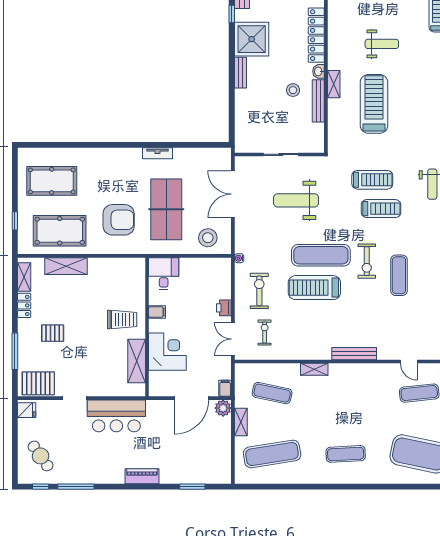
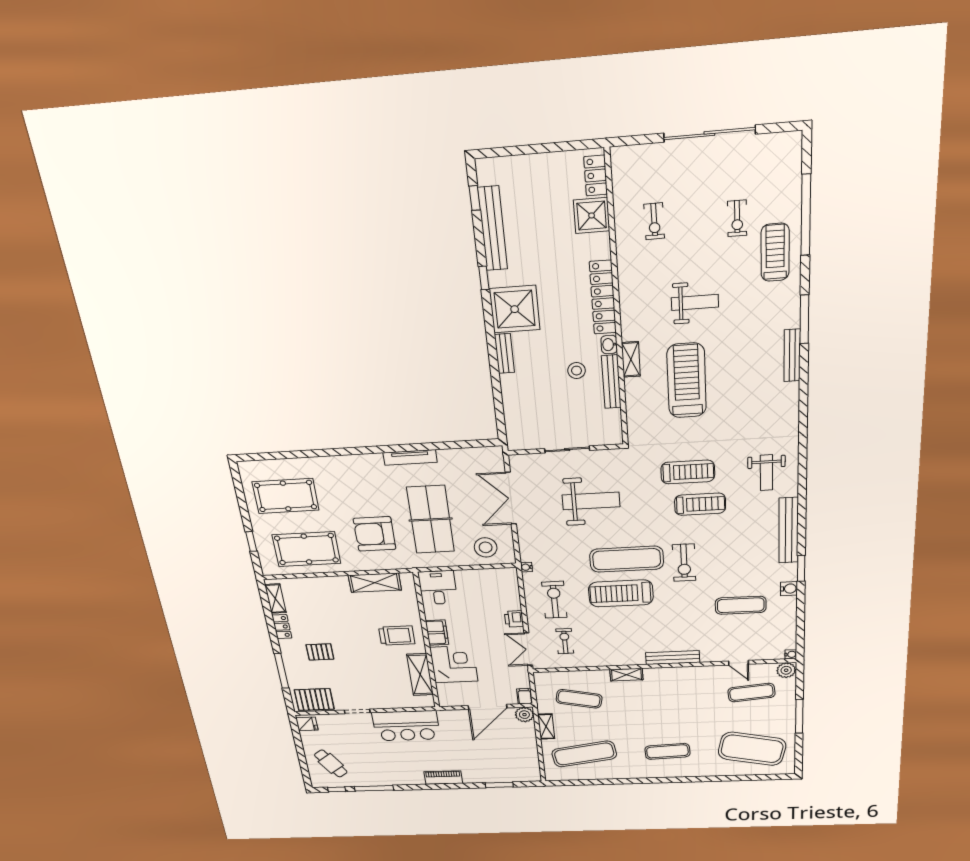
tv unit: (158, 153) -> (410, 457), width x1.41
weight bench: (296, 200) -> (591, 501), turned 180
armchair: (119, 220) -> (375, 534), turned 180
shelving: (66, 266) -> (375, 583), moved
exercise mat: (399, 275) -> (741, 605), moved, turned 90
filing cabinet: (157, 312) -> (437, 633), width x2.00

